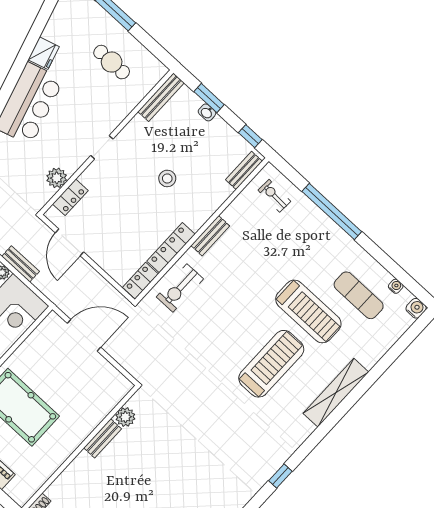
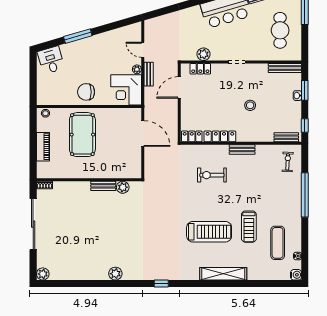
cafe table: (112, 62) -> (280, 30), width x1.37, depth x1.35
exercise bike: (180, 288) -> (212, 175), moved
treadmill: (308, 311) -> (249, 227), width x0.73, depth x0.73

